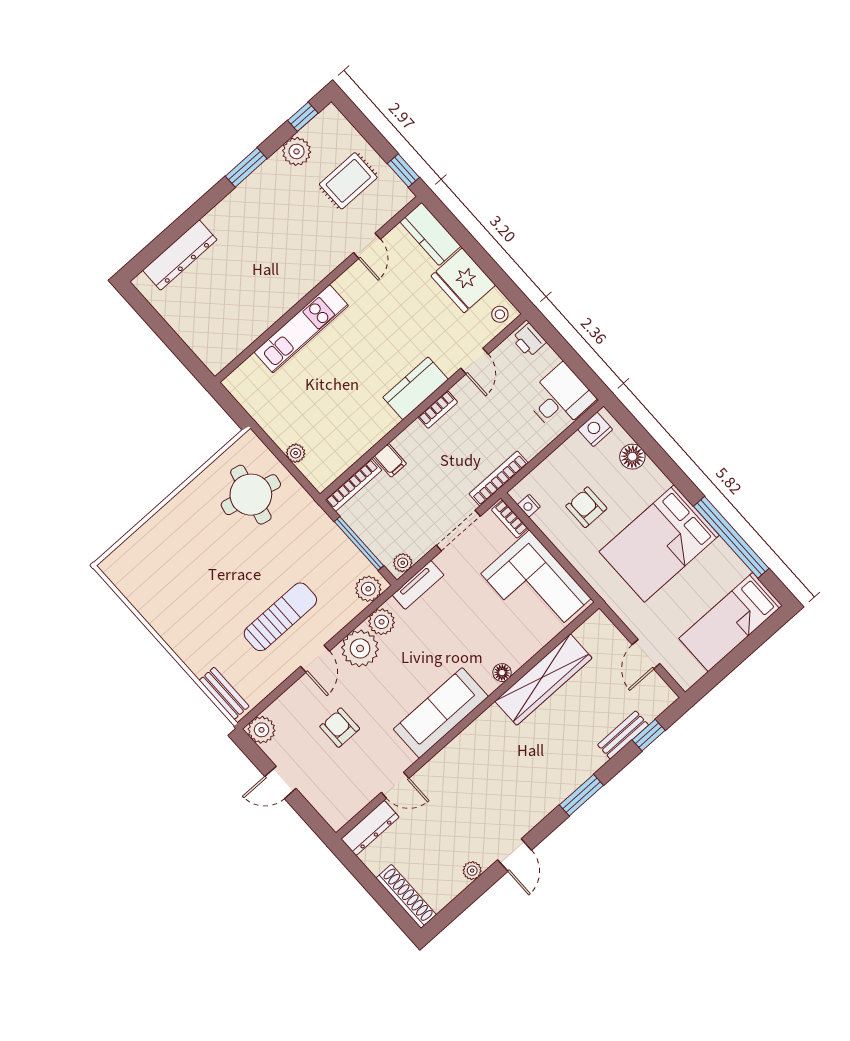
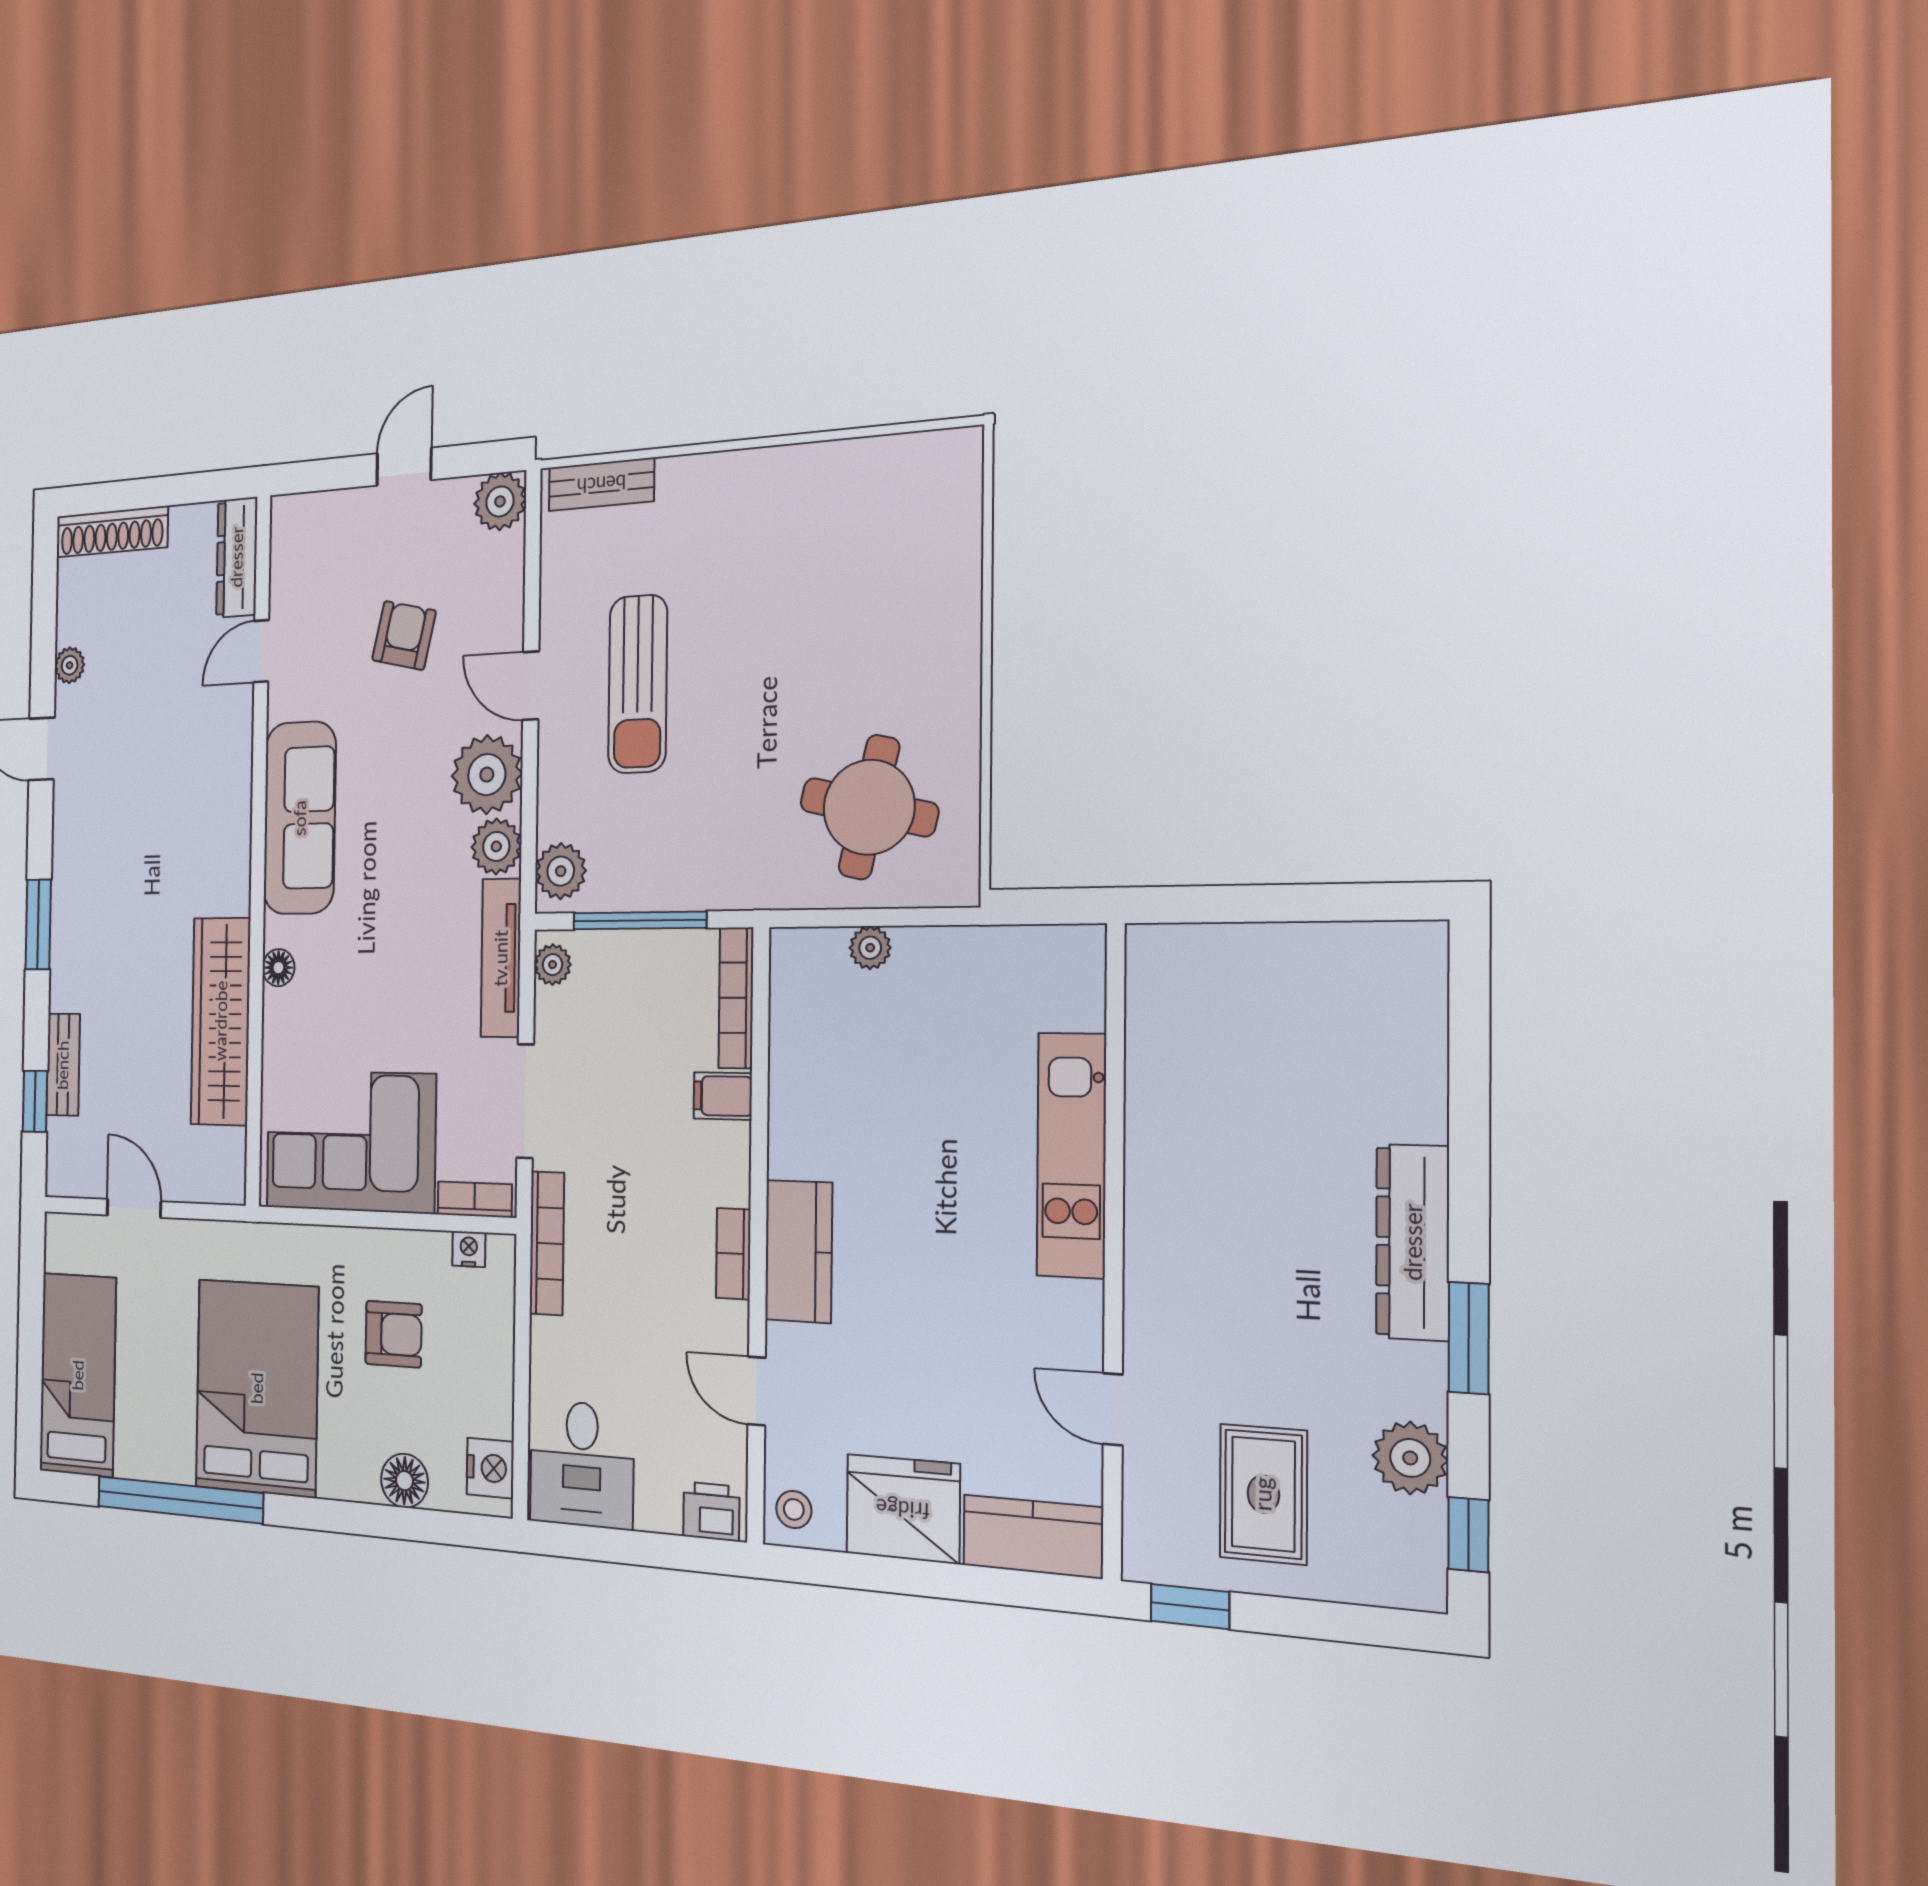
dresser: (180, 255) -> (1413, 1242), moved
tv unit: (418, 585) -> (501, 958), width x1.41
armchair: (340, 728) -> (404, 635), turned -77

